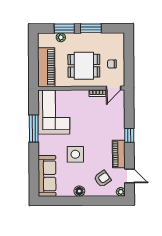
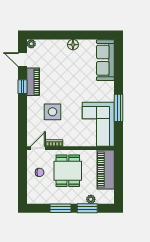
dining table: (84, 66) -> (68, 171), turned 90
window: (129, 135) -> (22, 87), moved
side table: (75, 154) -> (53, 112), moved
armchair: (102, 179) -> (50, 57), removed

